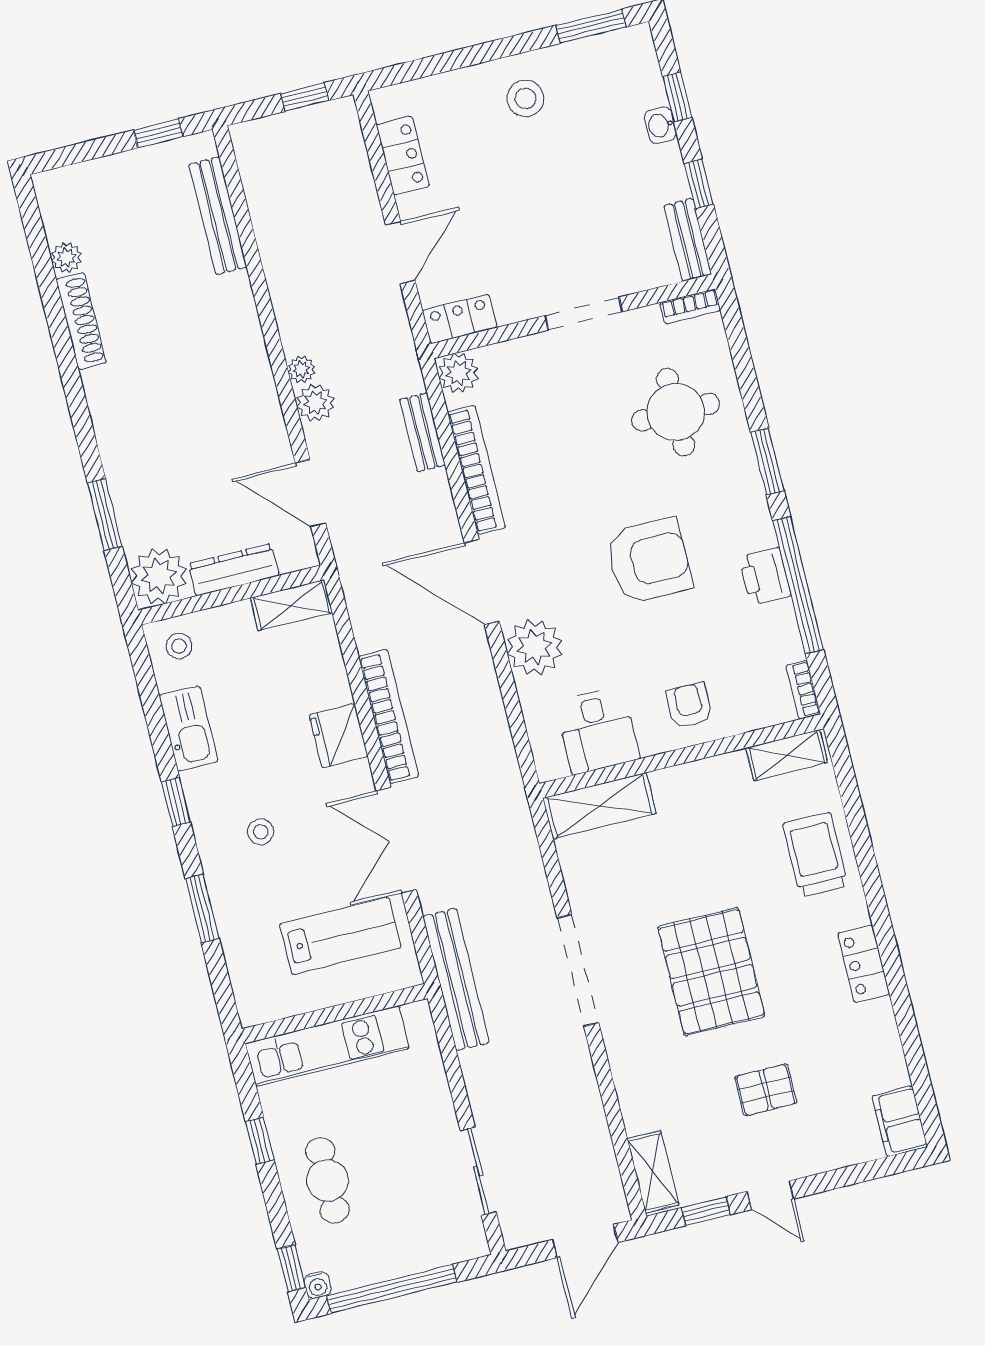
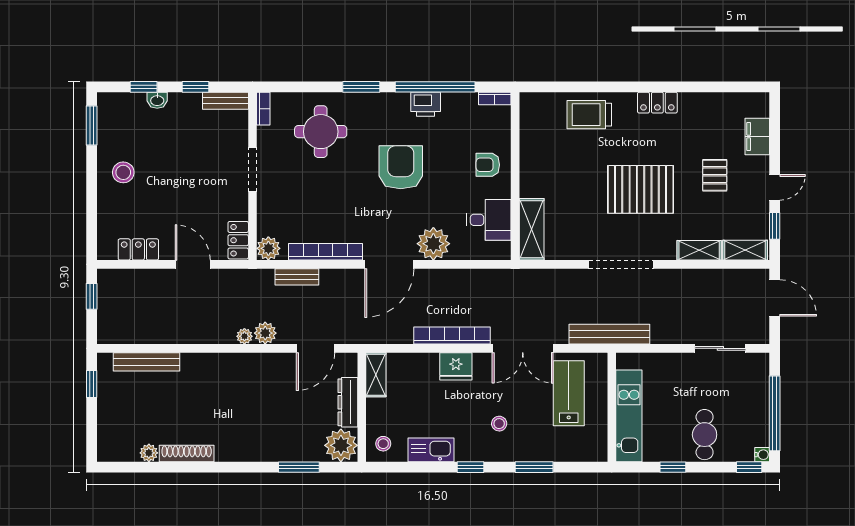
shelving: (787, 755) -> (699, 250), moved, turned 90
filing cabinet: (900, 1121) -> (757, 137), moved, turned 90
cafe table: (327, 1180) -> (705, 435), turned 90

